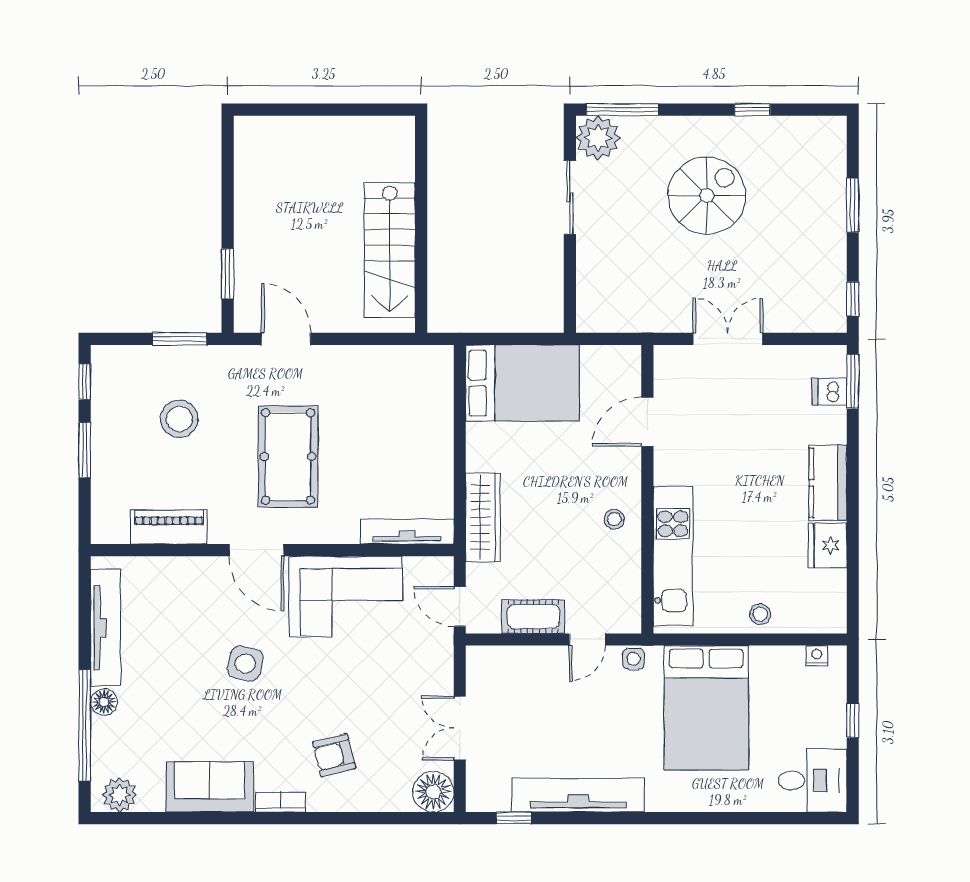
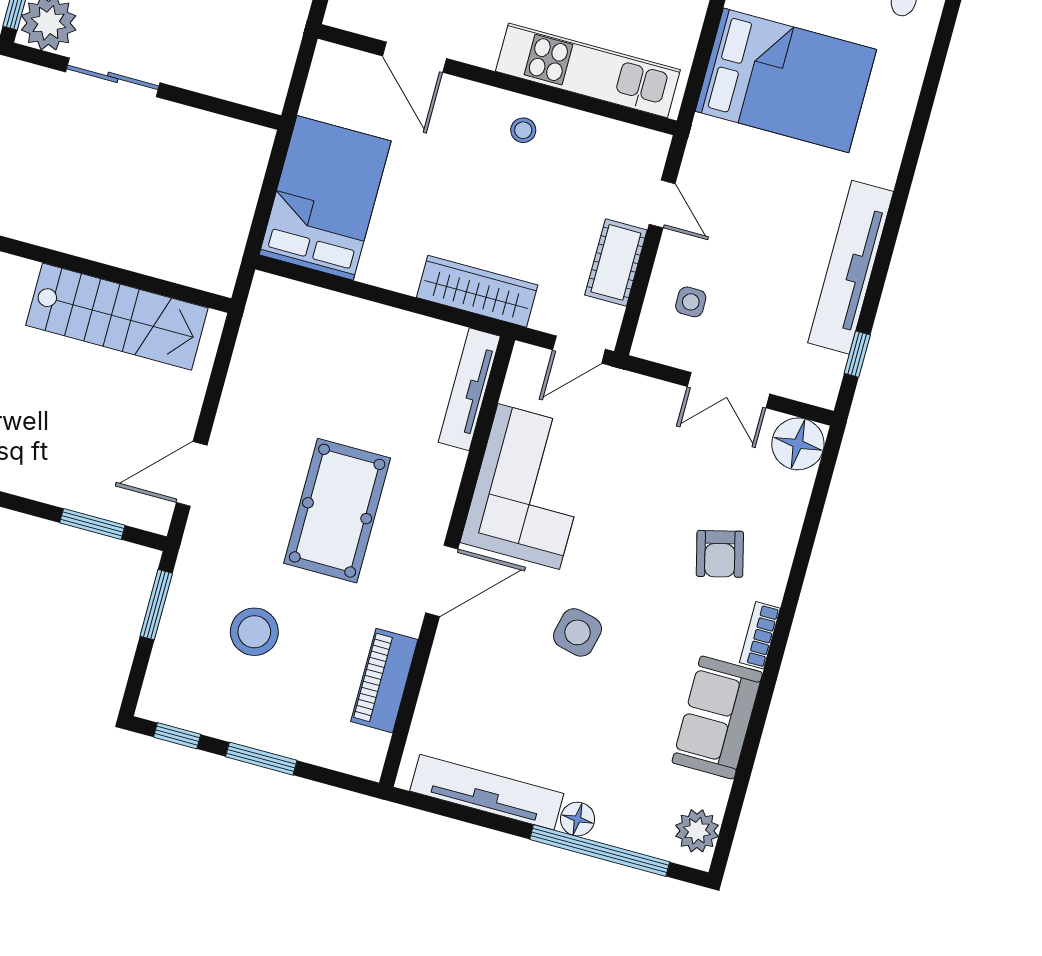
pool table: (288, 457) -> (337, 511), turned 90
side table: (633, 659) -> (691, 302), moved

